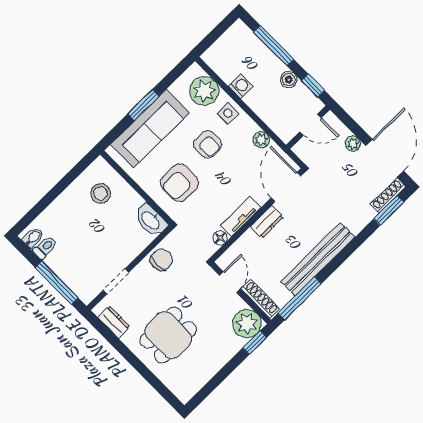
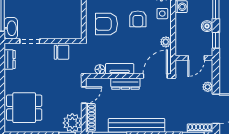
door: (310, 125) -> (196, 58), hinge flipped
washbasin: (151, 220) -> (11, 28), moved, turned 180
dresser: (267, 222) -> (125, 84), width x1.44
dining table: (168, 335) -> (24, 108), moved

